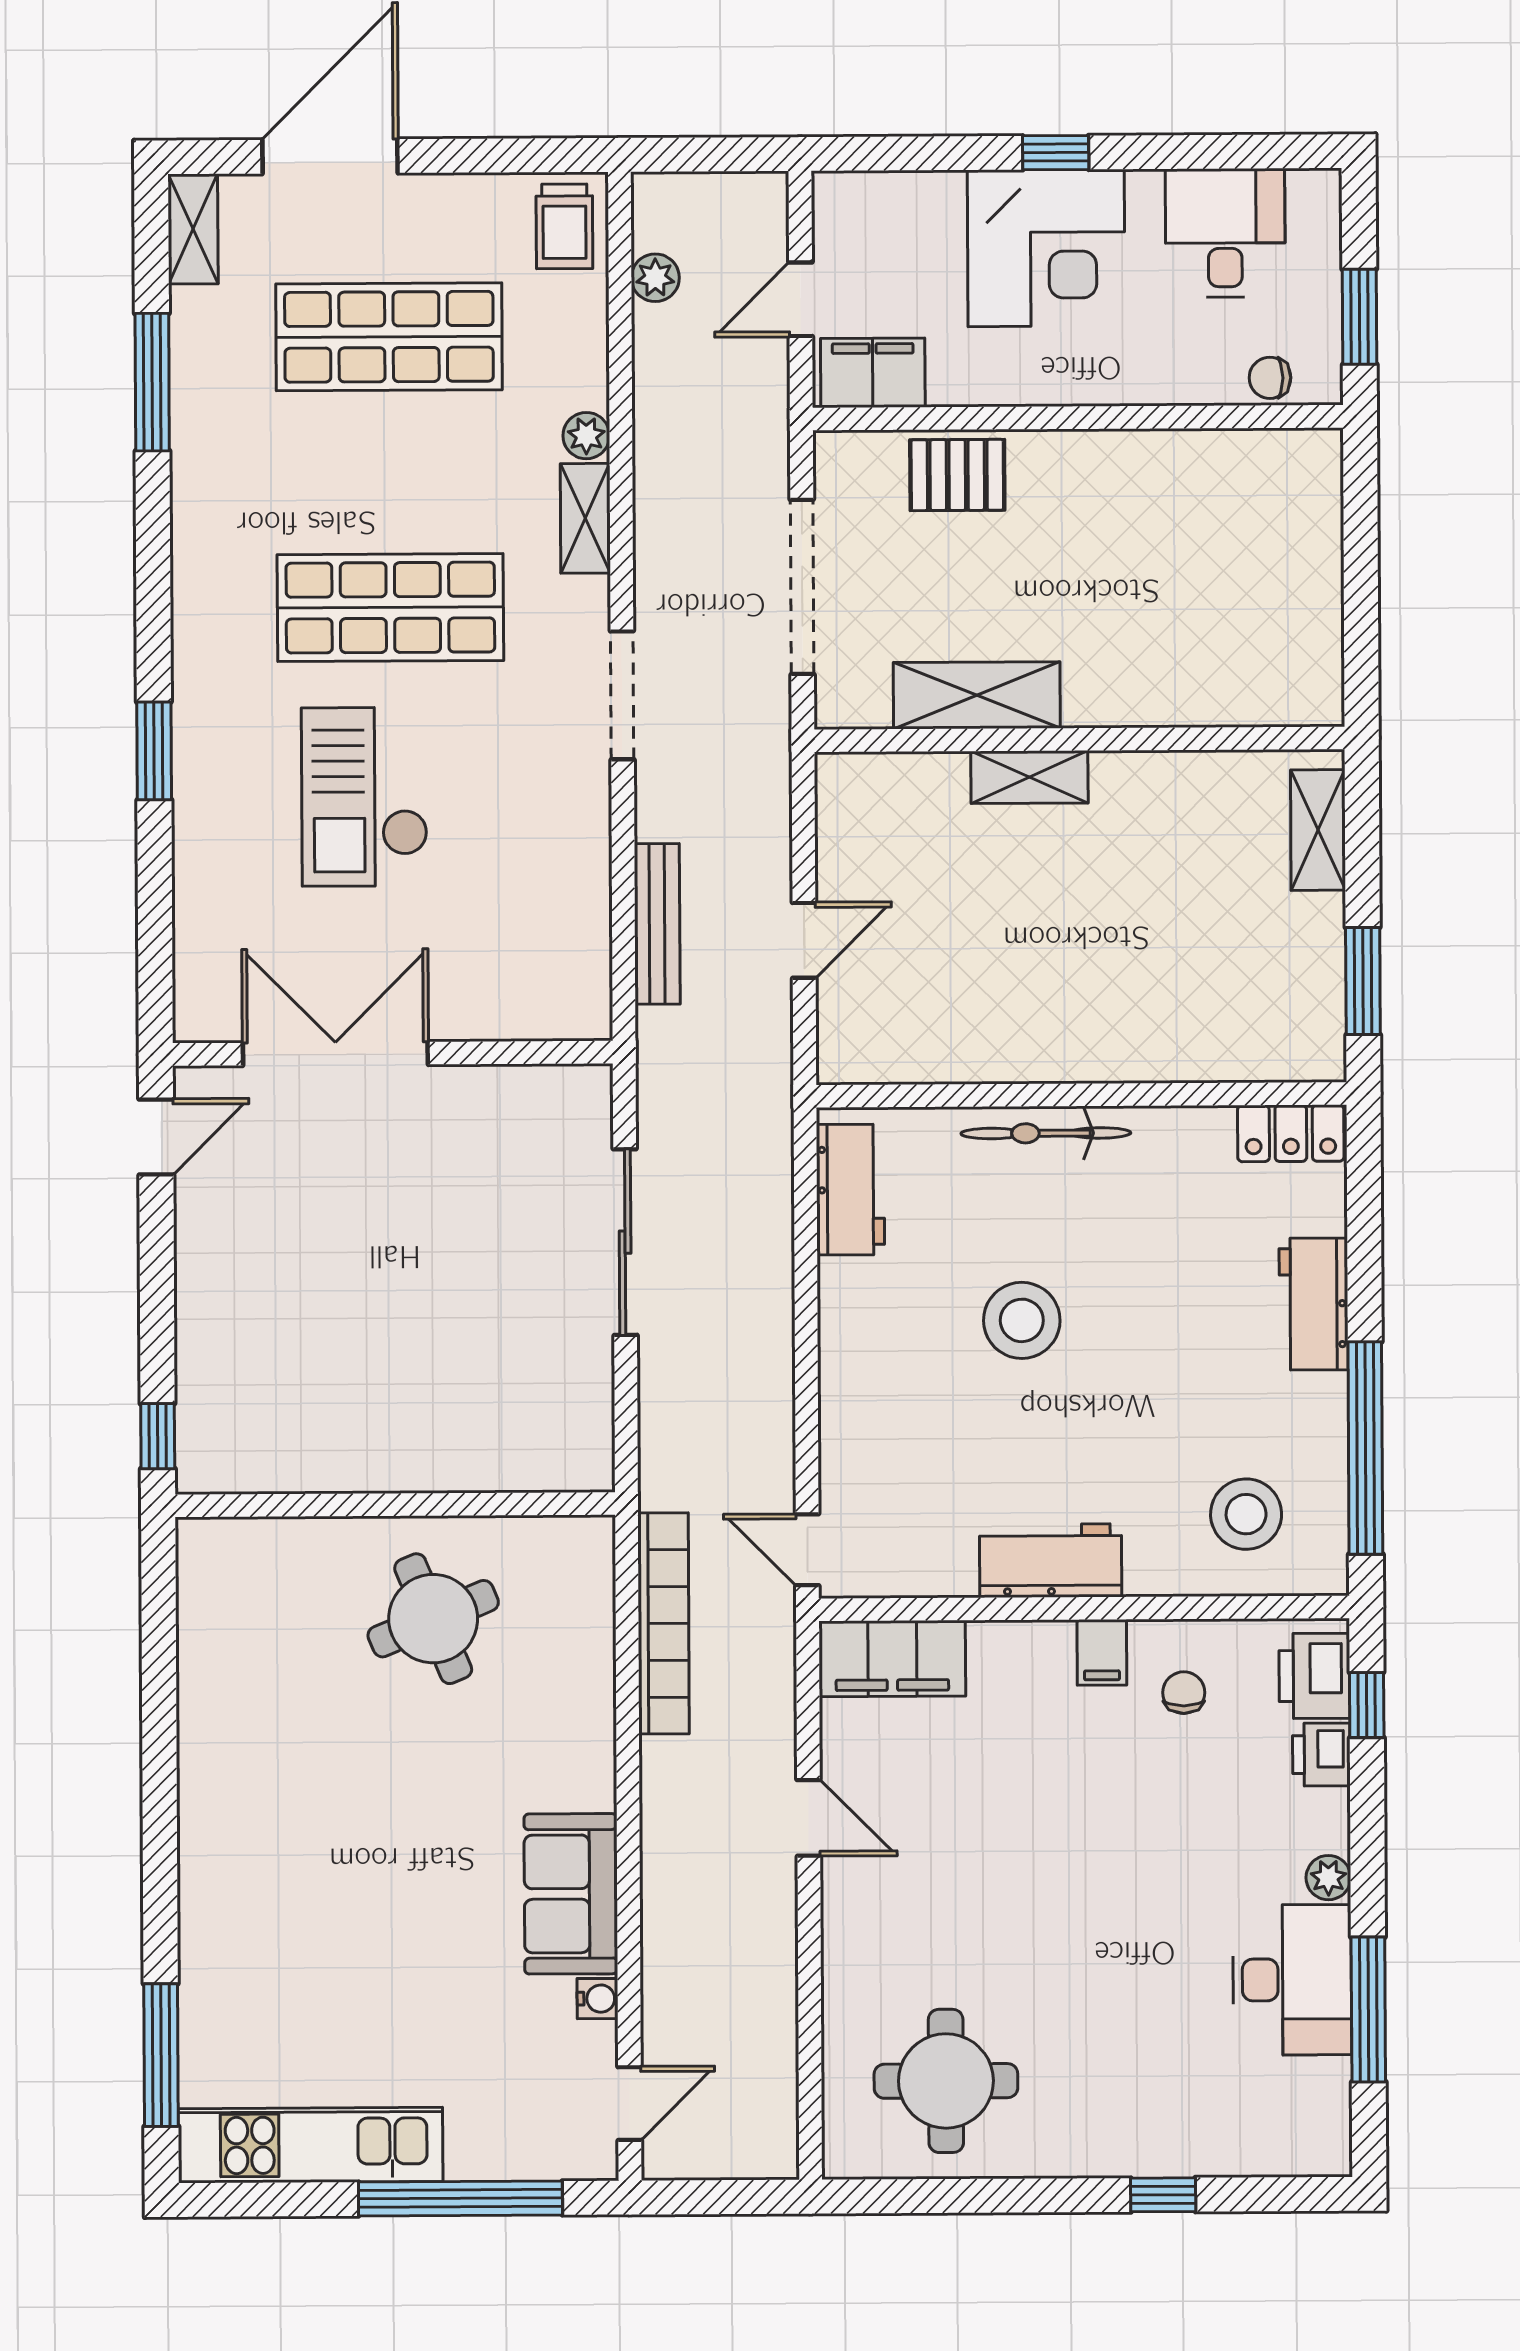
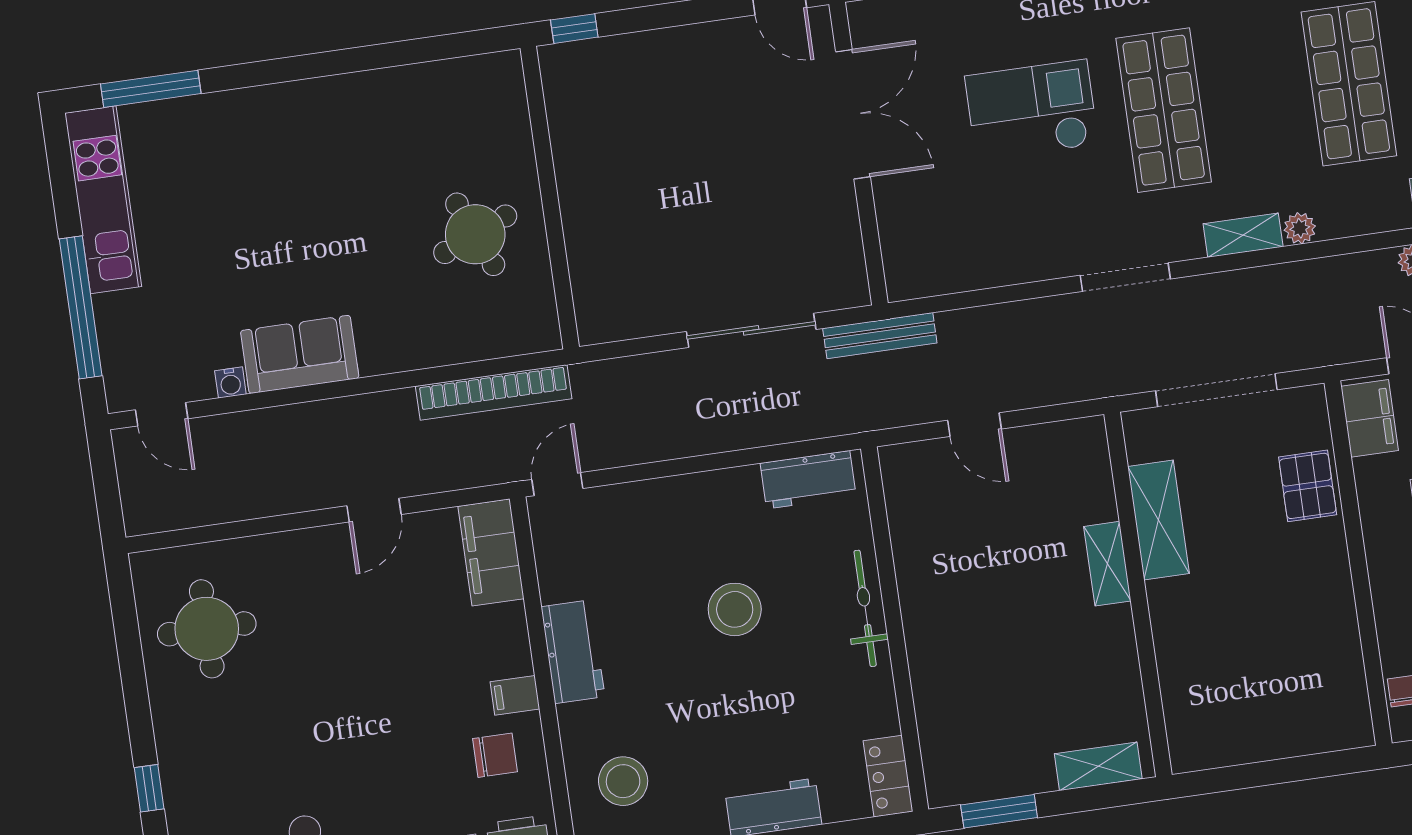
bench: (657, 924) -> (880, 336), moved
chair: (1184, 1693) -> (495, 755), width x1.37, depth x1.37

